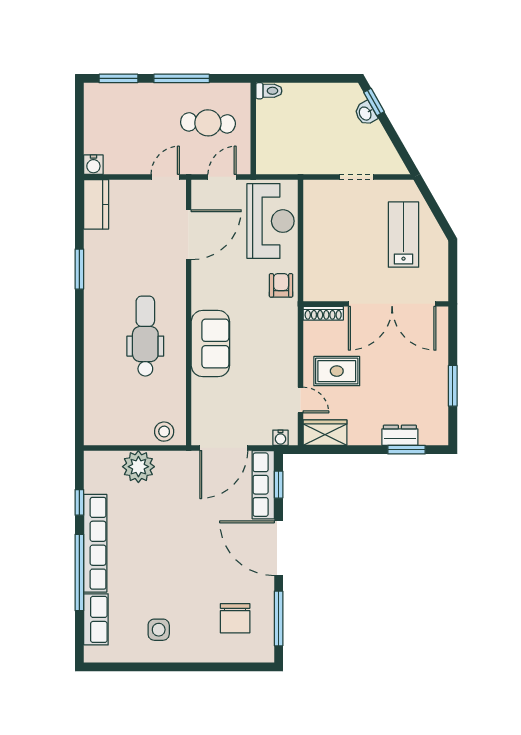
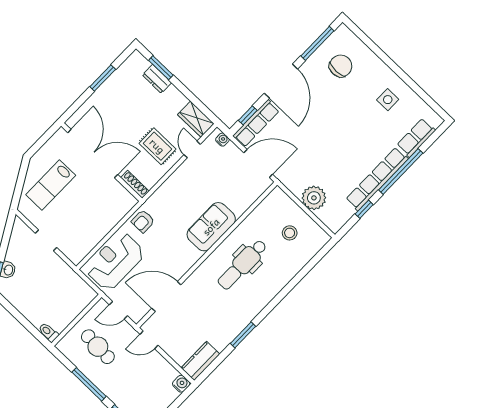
stool: (164, 432) -> (290, 233), moved

